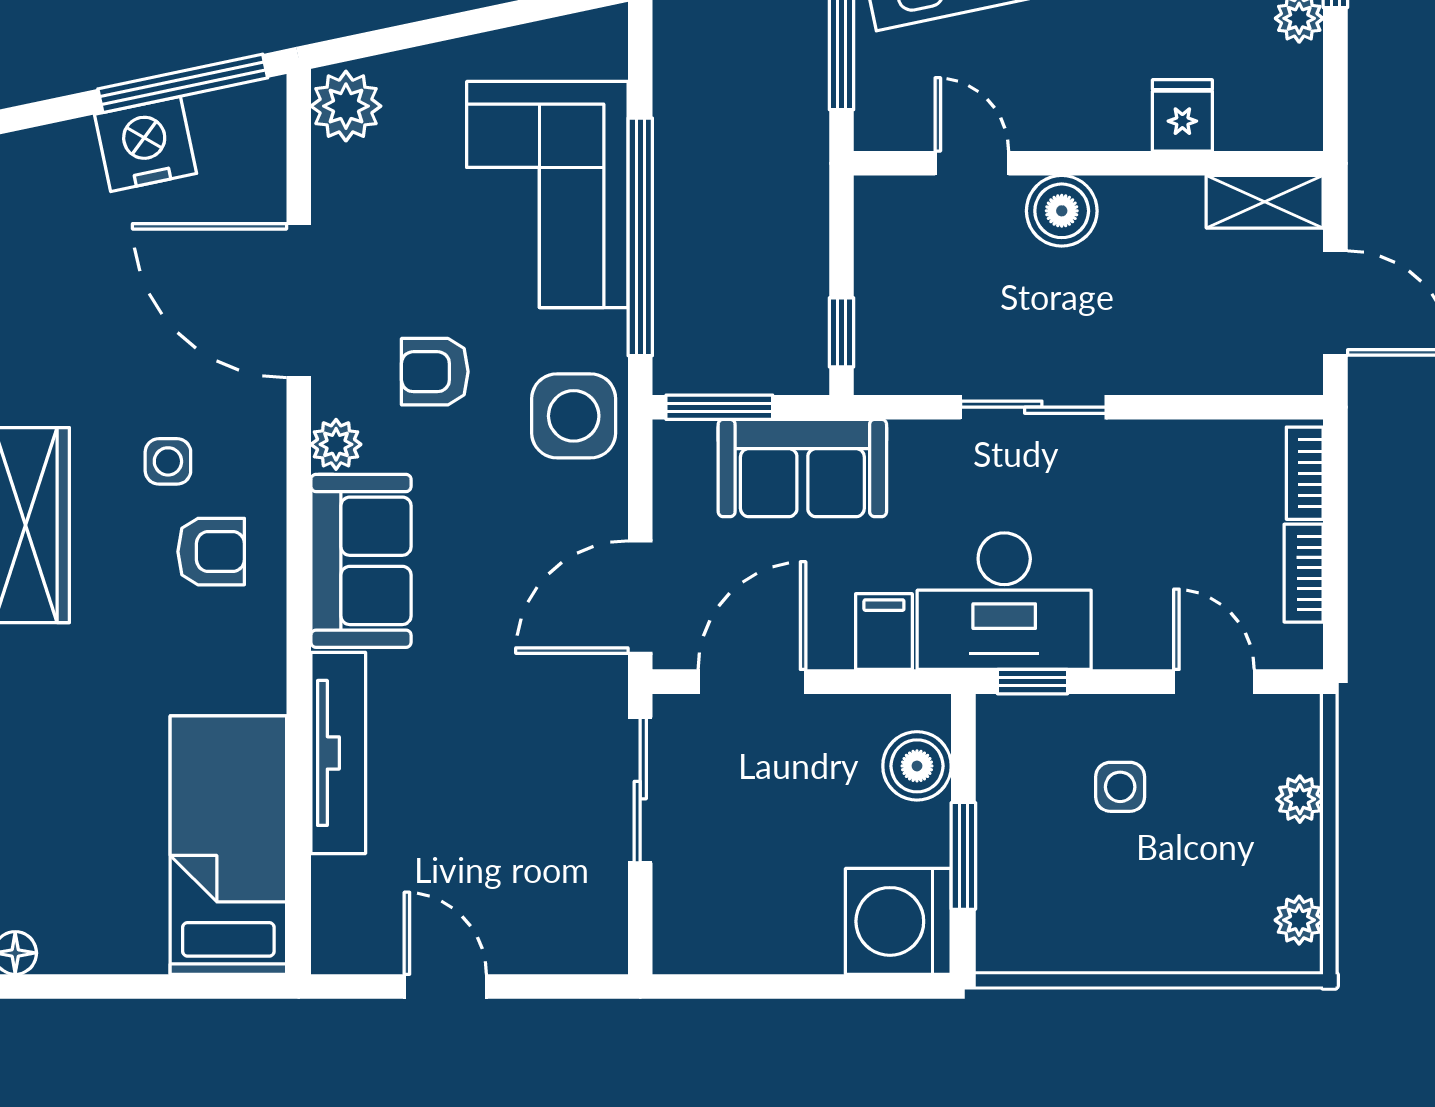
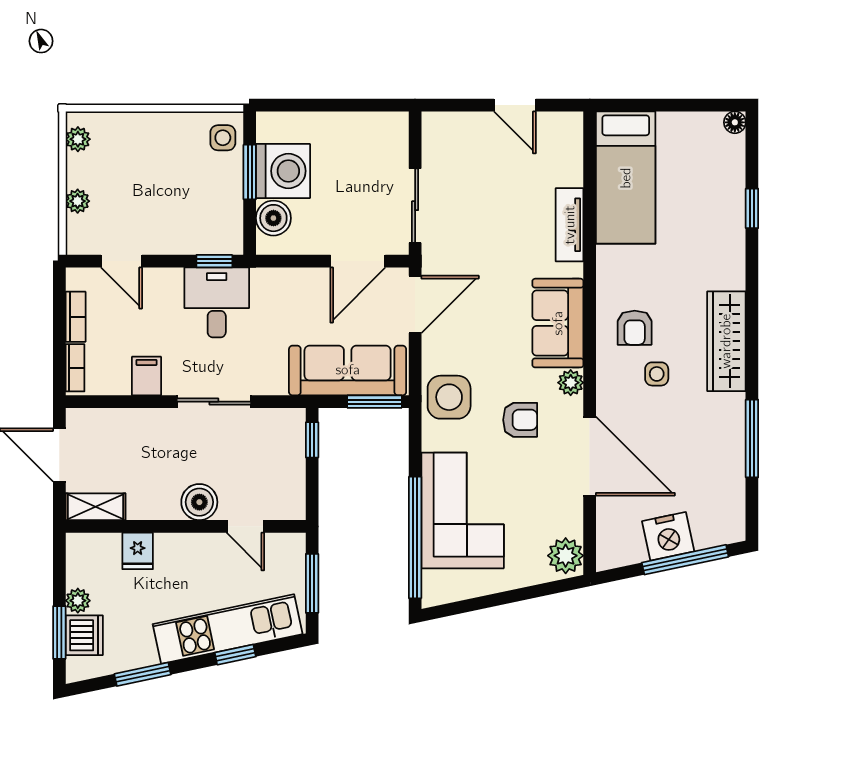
window: (183, 83) -> (685, 560), moved
window: (640, 237) -> (415, 538), moved
sofa: (802, 468) -> (348, 370), width x1.36
armchair: (211, 552) -> (635, 328), turned -90
desk: (1004, 601) -> (217, 302), width x0.73
filing cabinet: (884, 632) -> (146, 376), moved, turned 180
tv unit: (338, 753) -> (570, 225), width x0.71
side table: (1120, 787) -> (223, 138), moved
washing machine: (898, 921) -> (283, 171), moved

